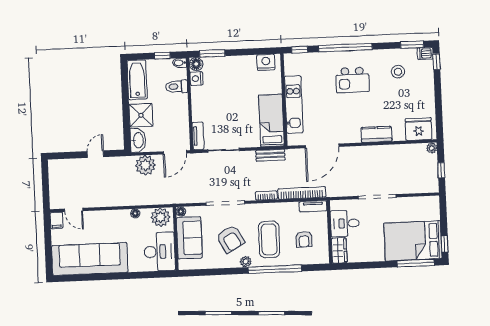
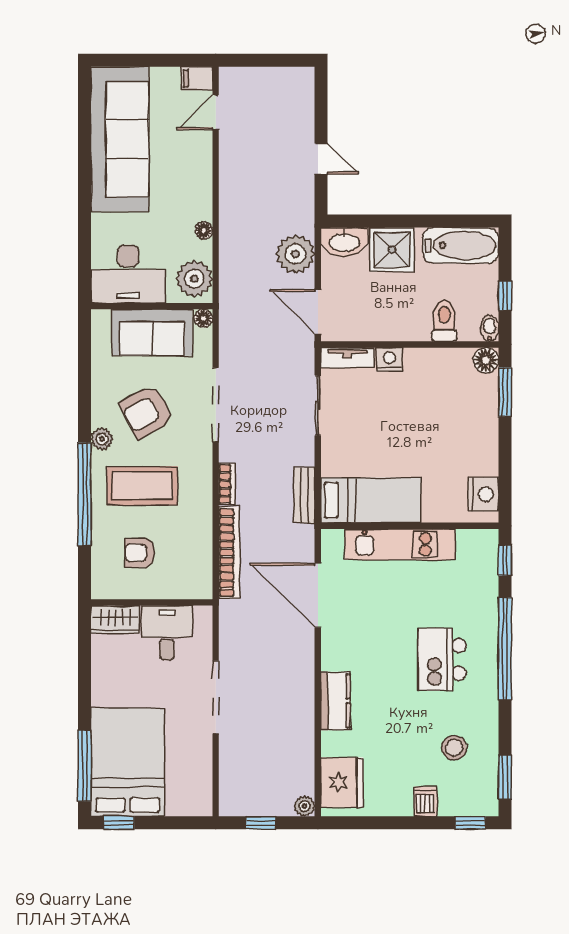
dishwasher: (425, 53) -> (425, 802), moved
nightstand: (196, 79) -> (389, 360), moved
tv unit: (313, 206) -> (203, 573), removed

